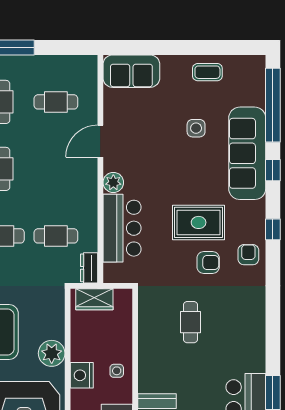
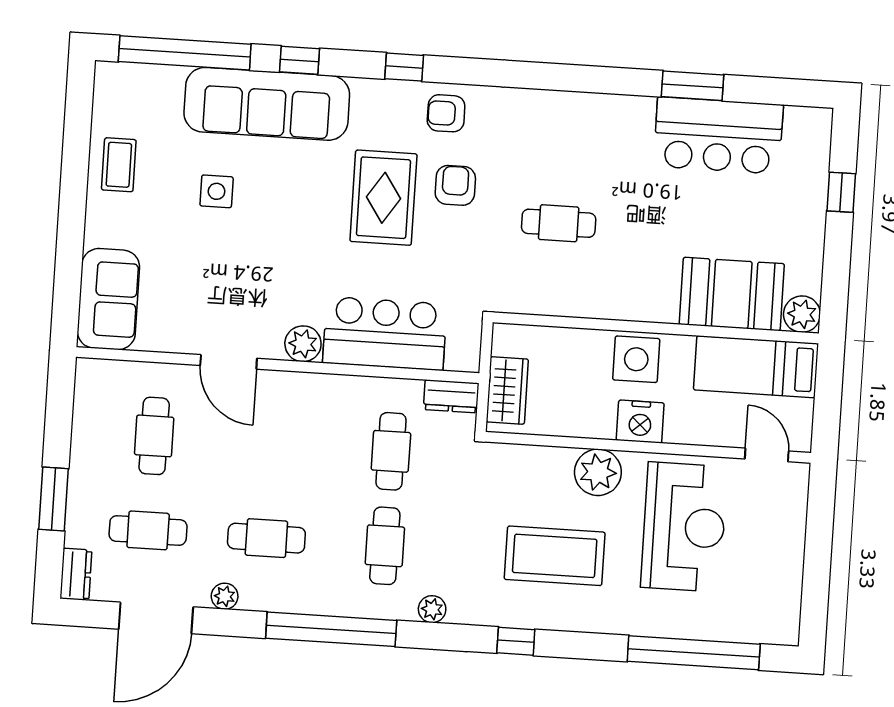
side table: (117, 371) -> (636, 359), width x1.87, depth x1.87

